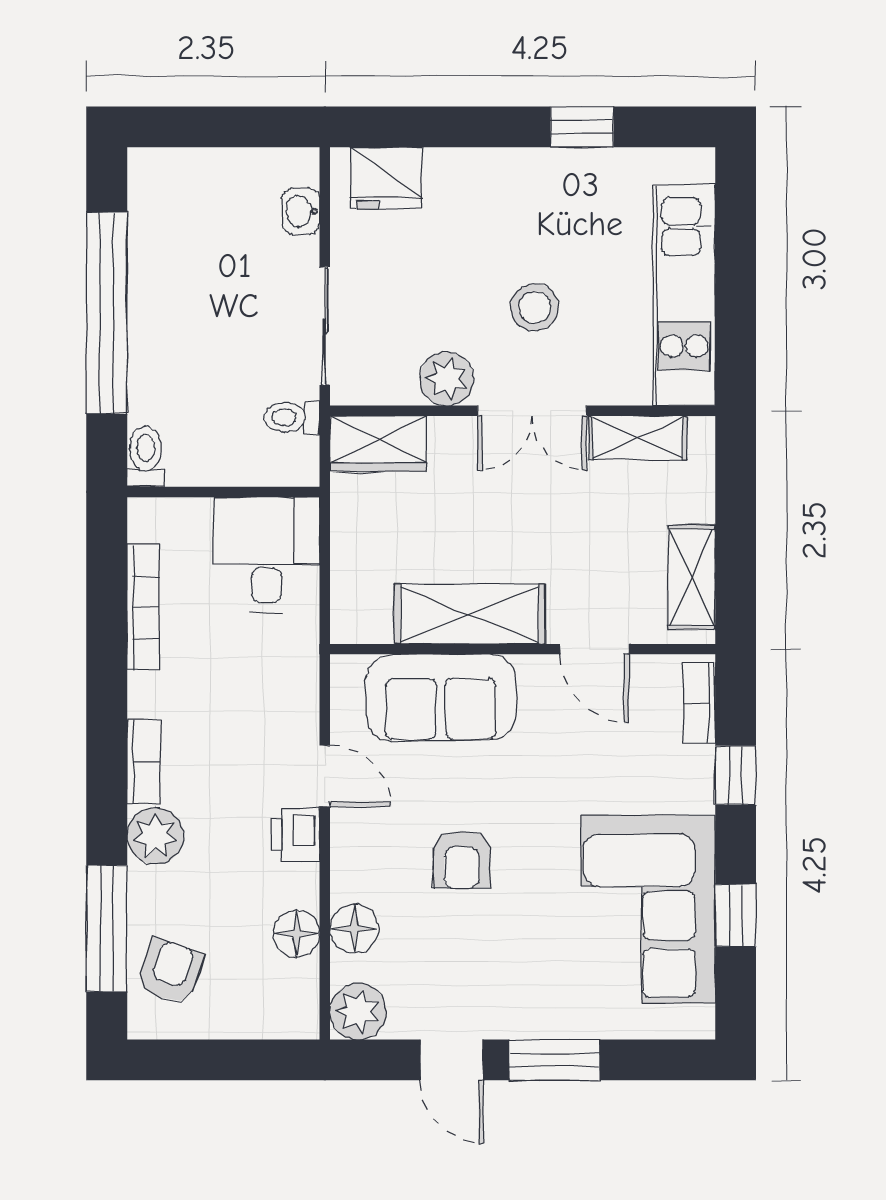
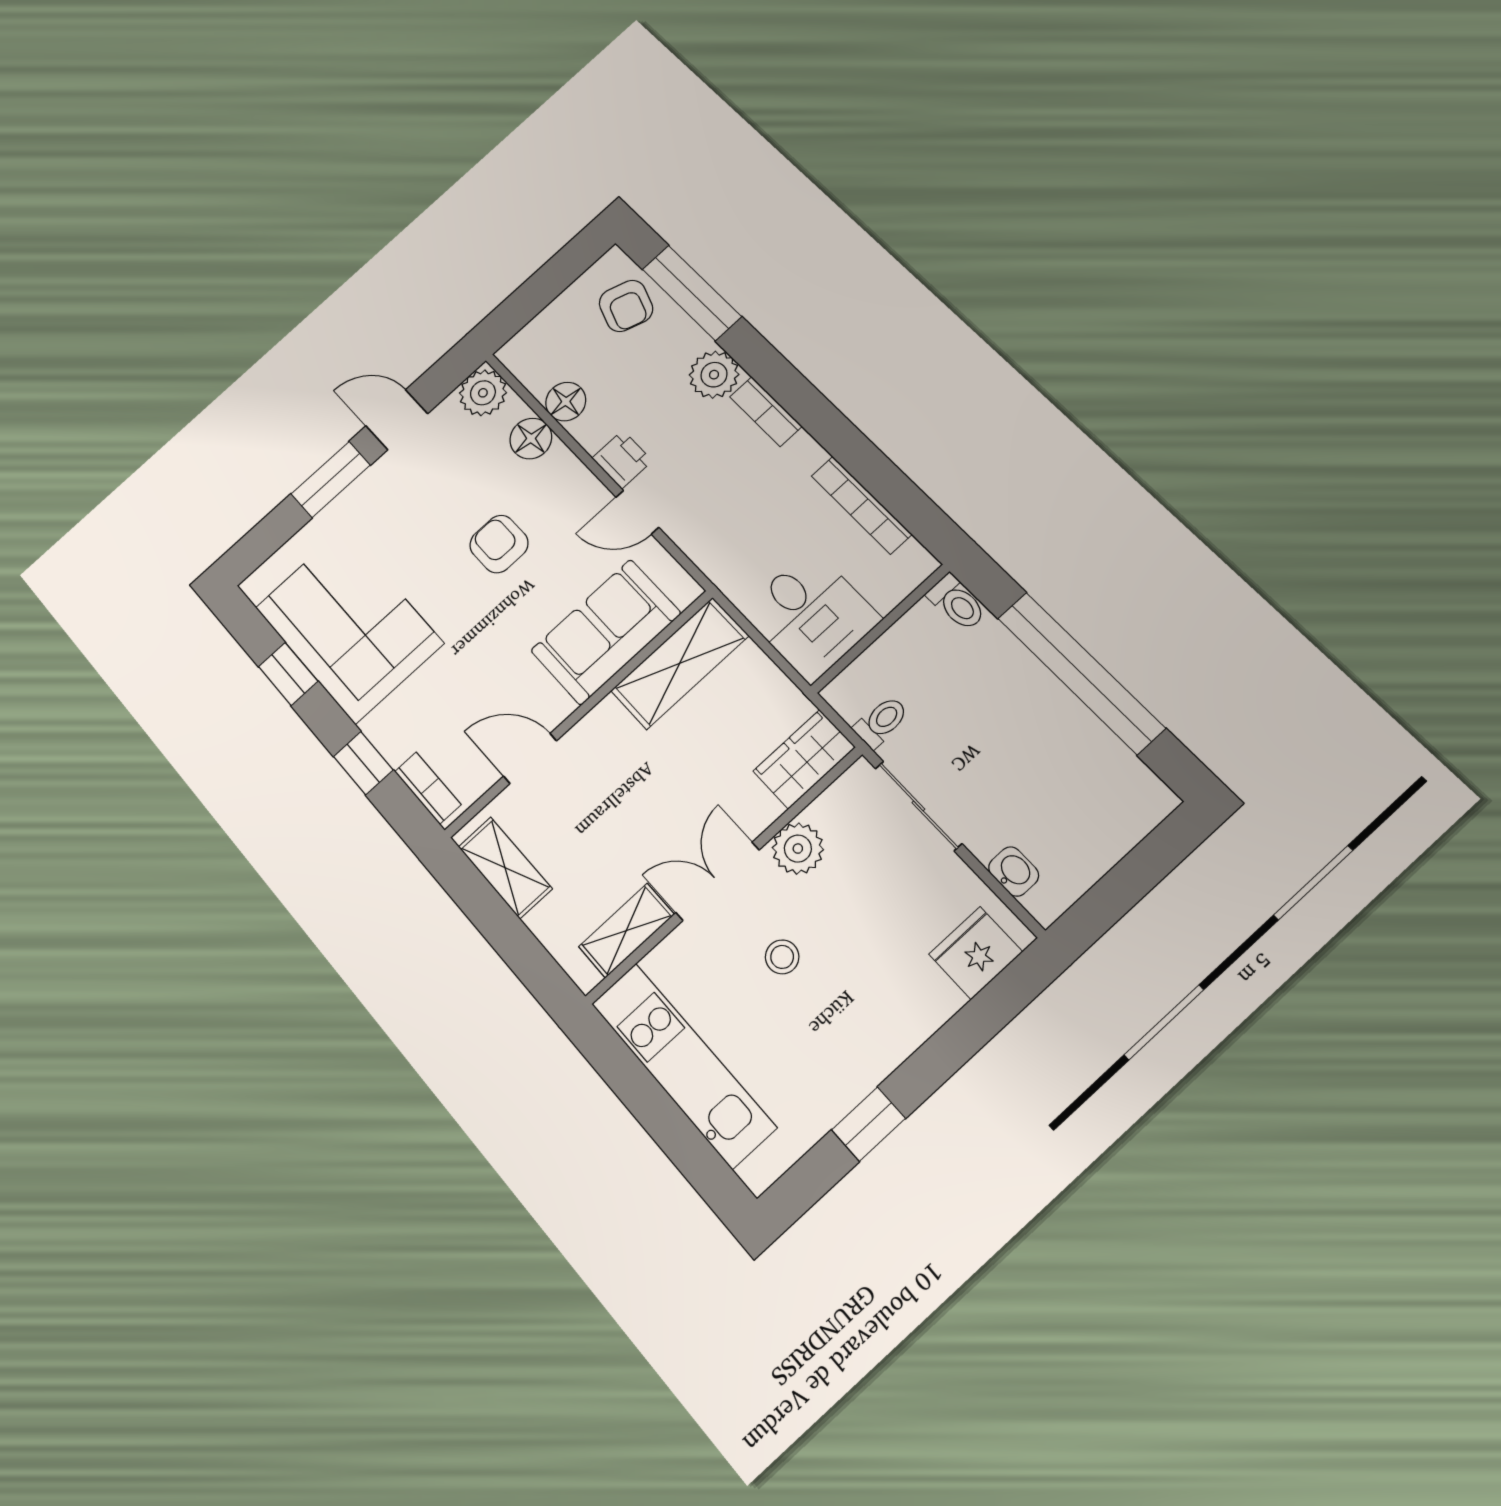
stool: (535, 307) -> (782, 957), width x0.73, depth x0.73
shelving: (470, 614) -> (680, 663), moved

